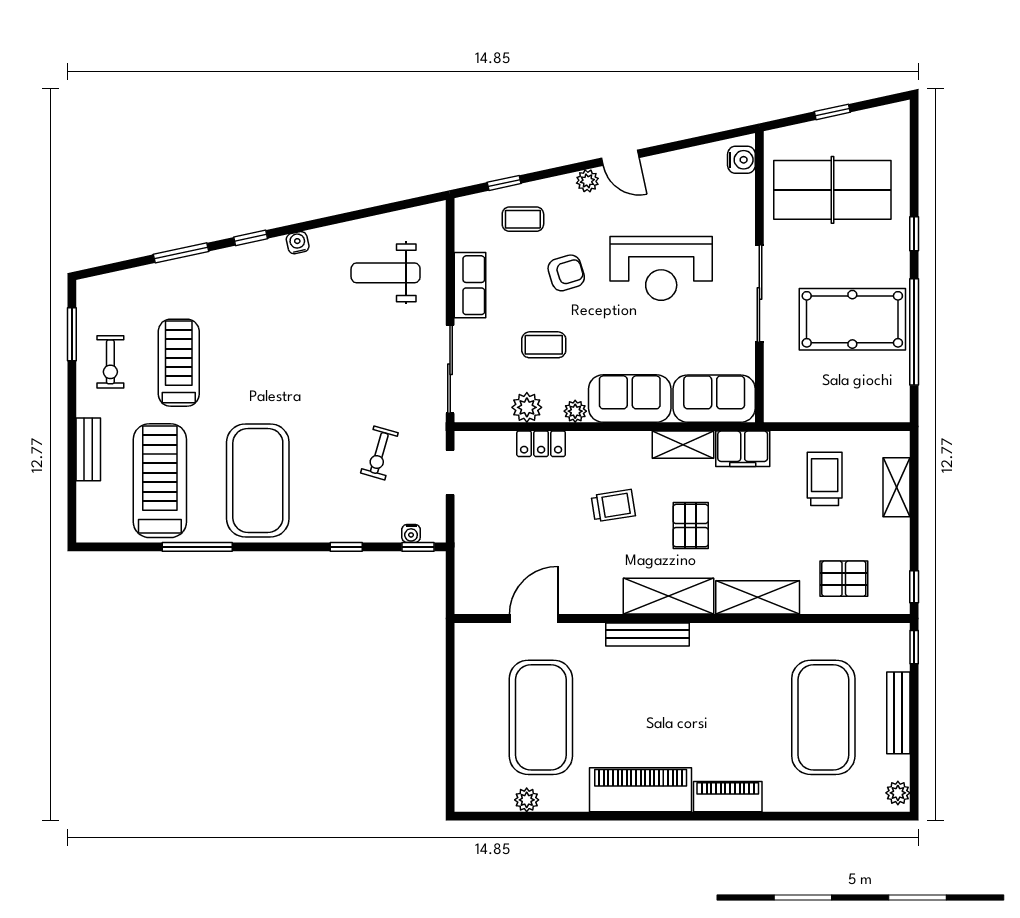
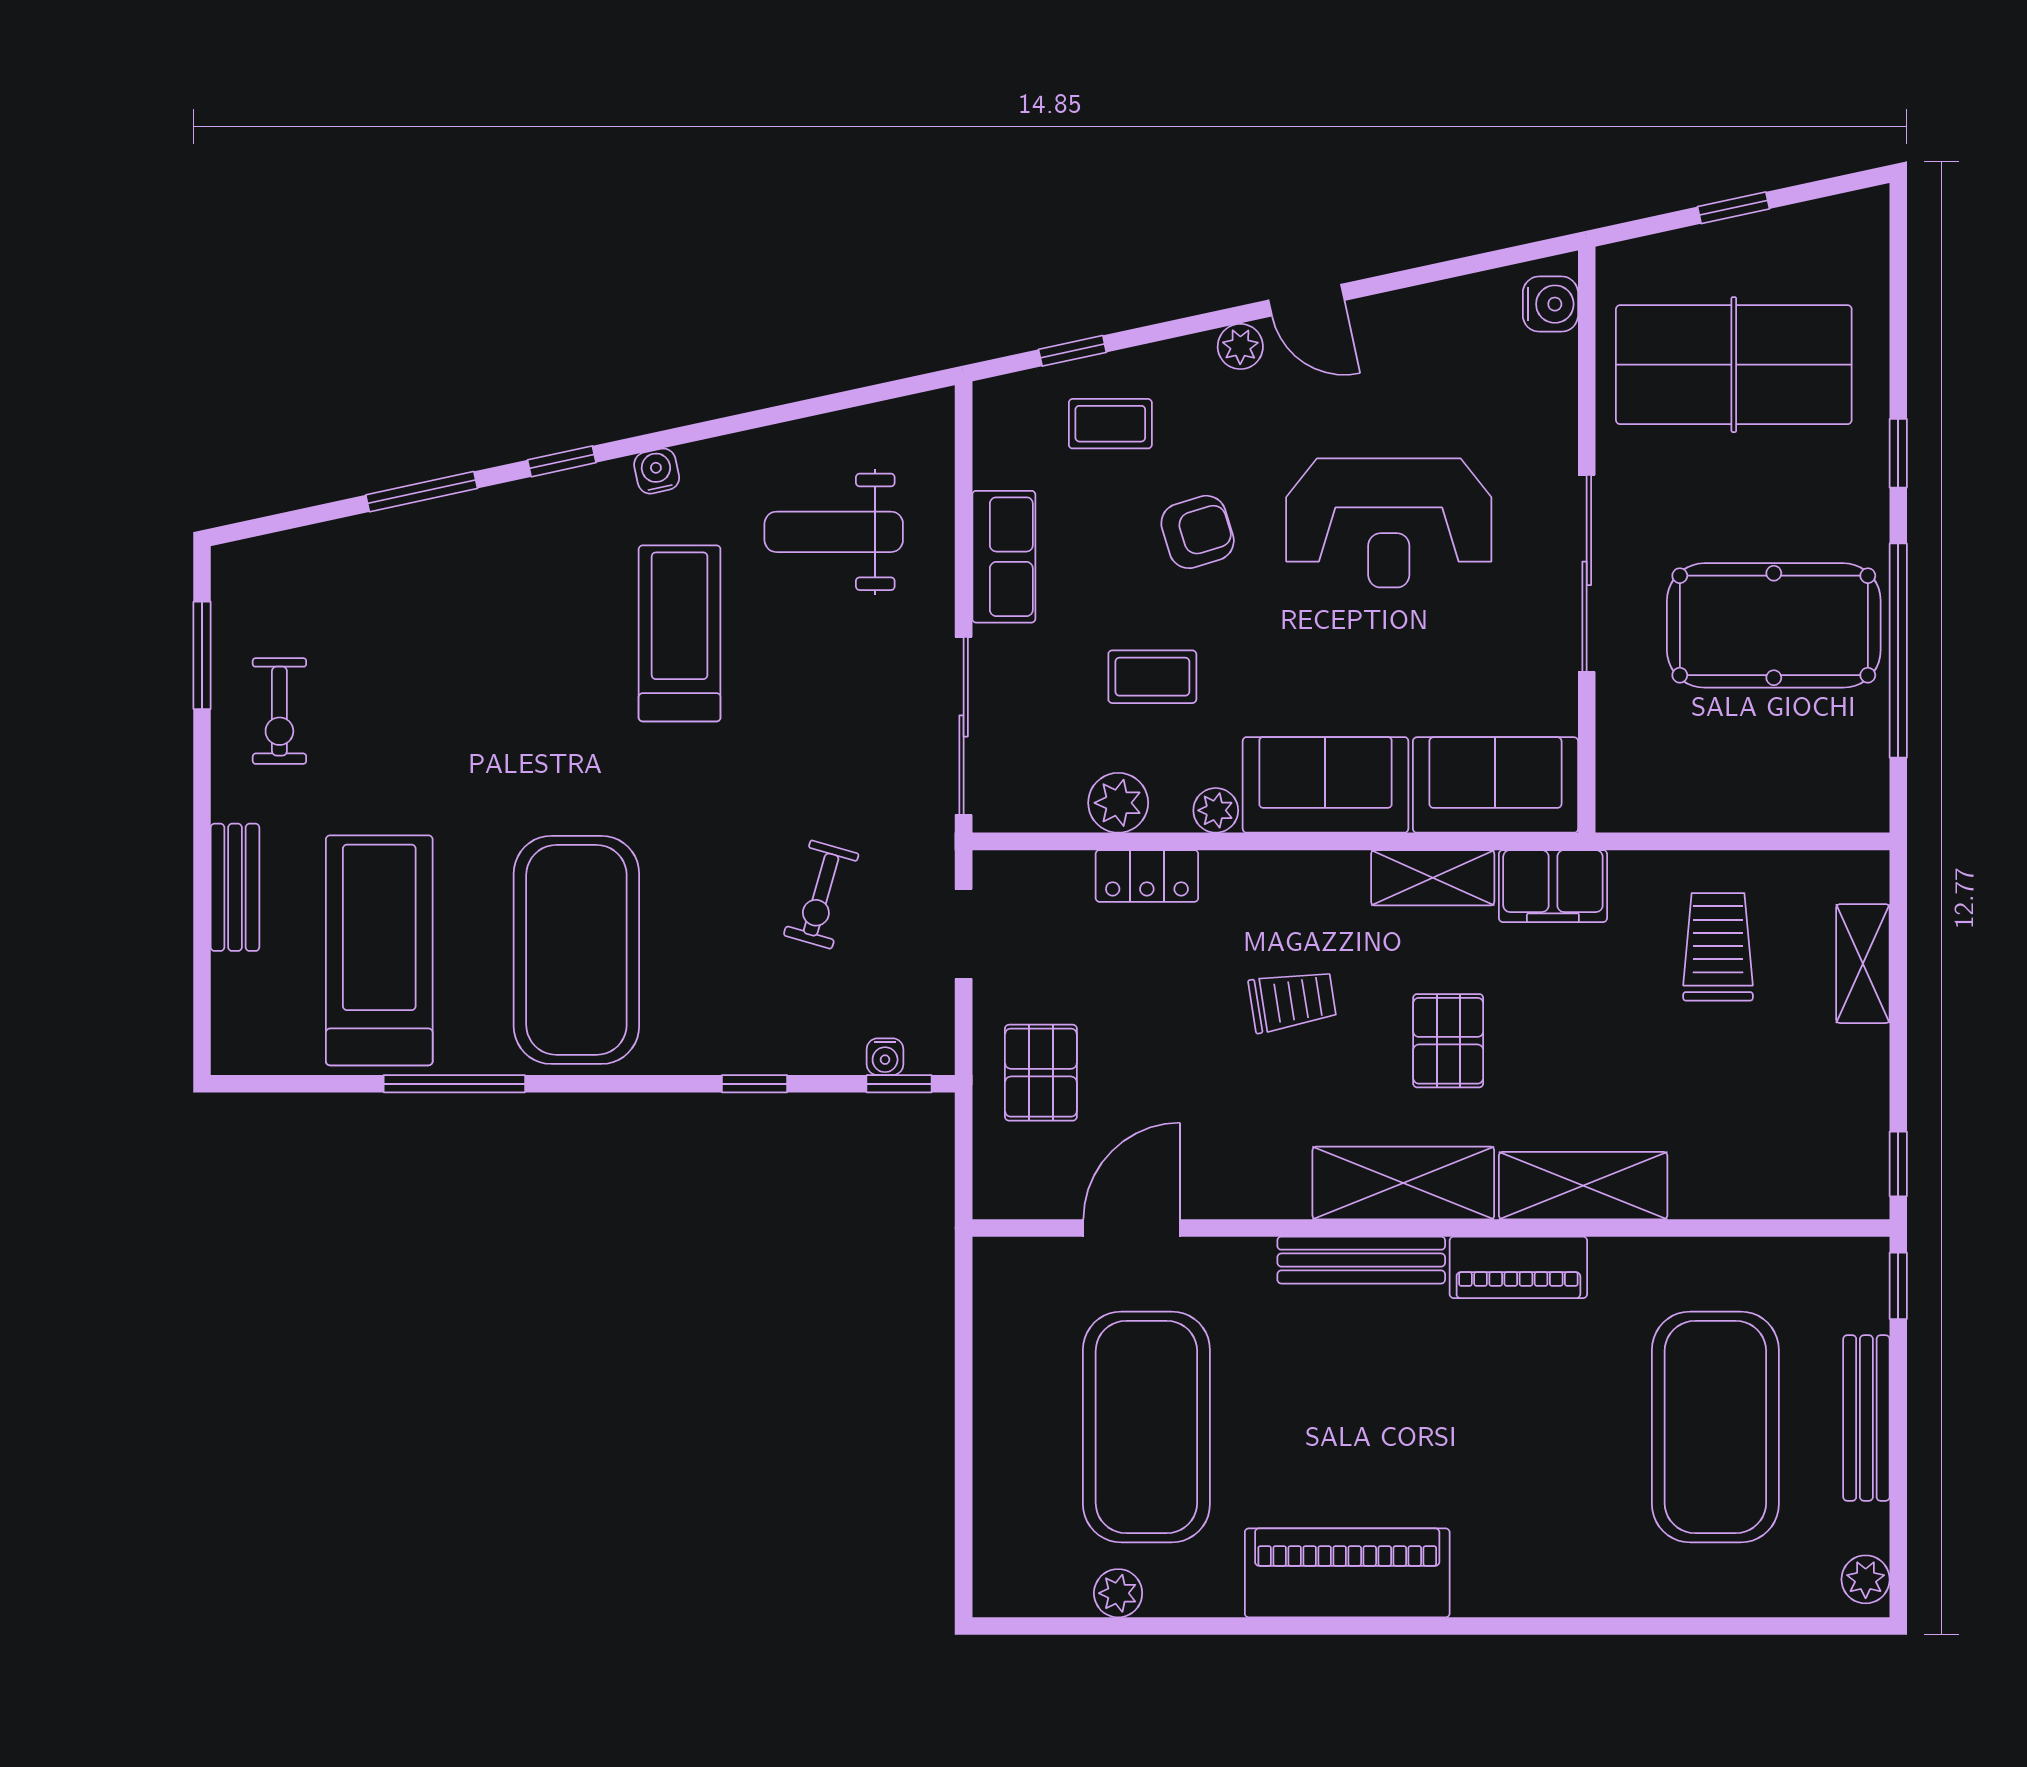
treadmill: (179, 363) -> (680, 633), moved
pallet: (844, 579) -> (1041, 1073), moved, turned 90
piano: (728, 797) -> (1518, 1267), moved, turned 180

